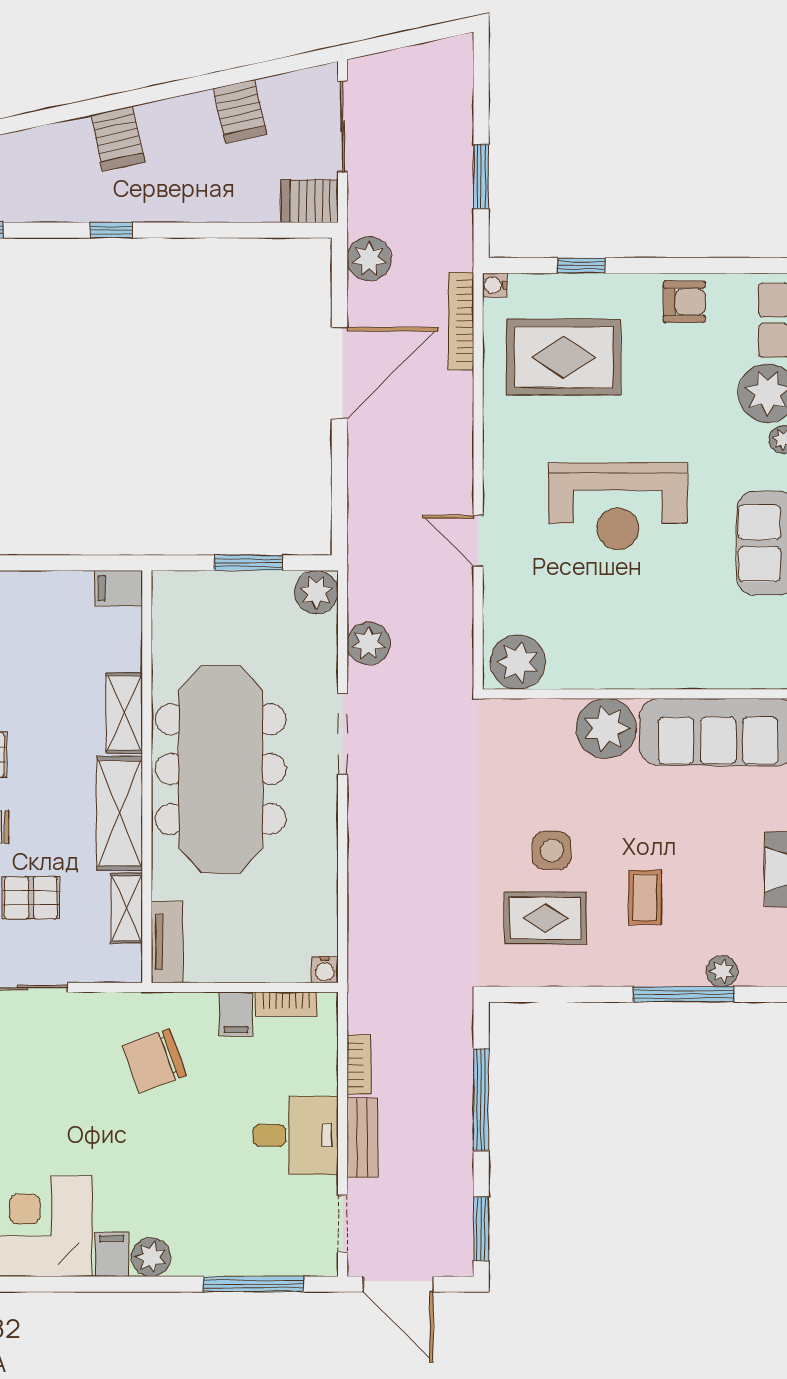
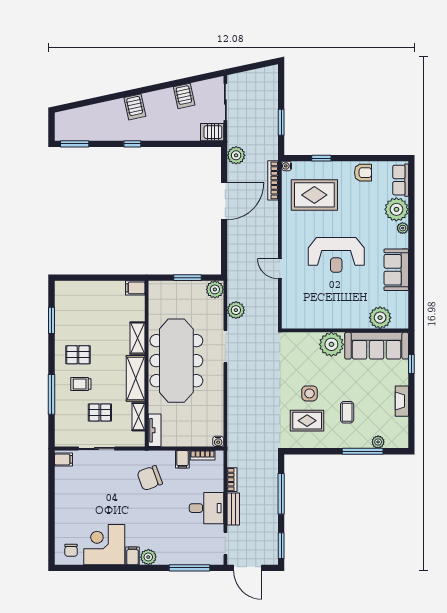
plant: (518, 662) -> (380, 318), moved

